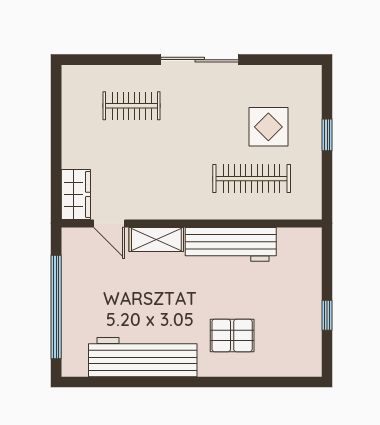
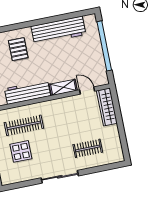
wardrobe: (76, 194) -> (107, 107), width x1.50
pallet: (232, 335) -> (18, 49), turned 90

